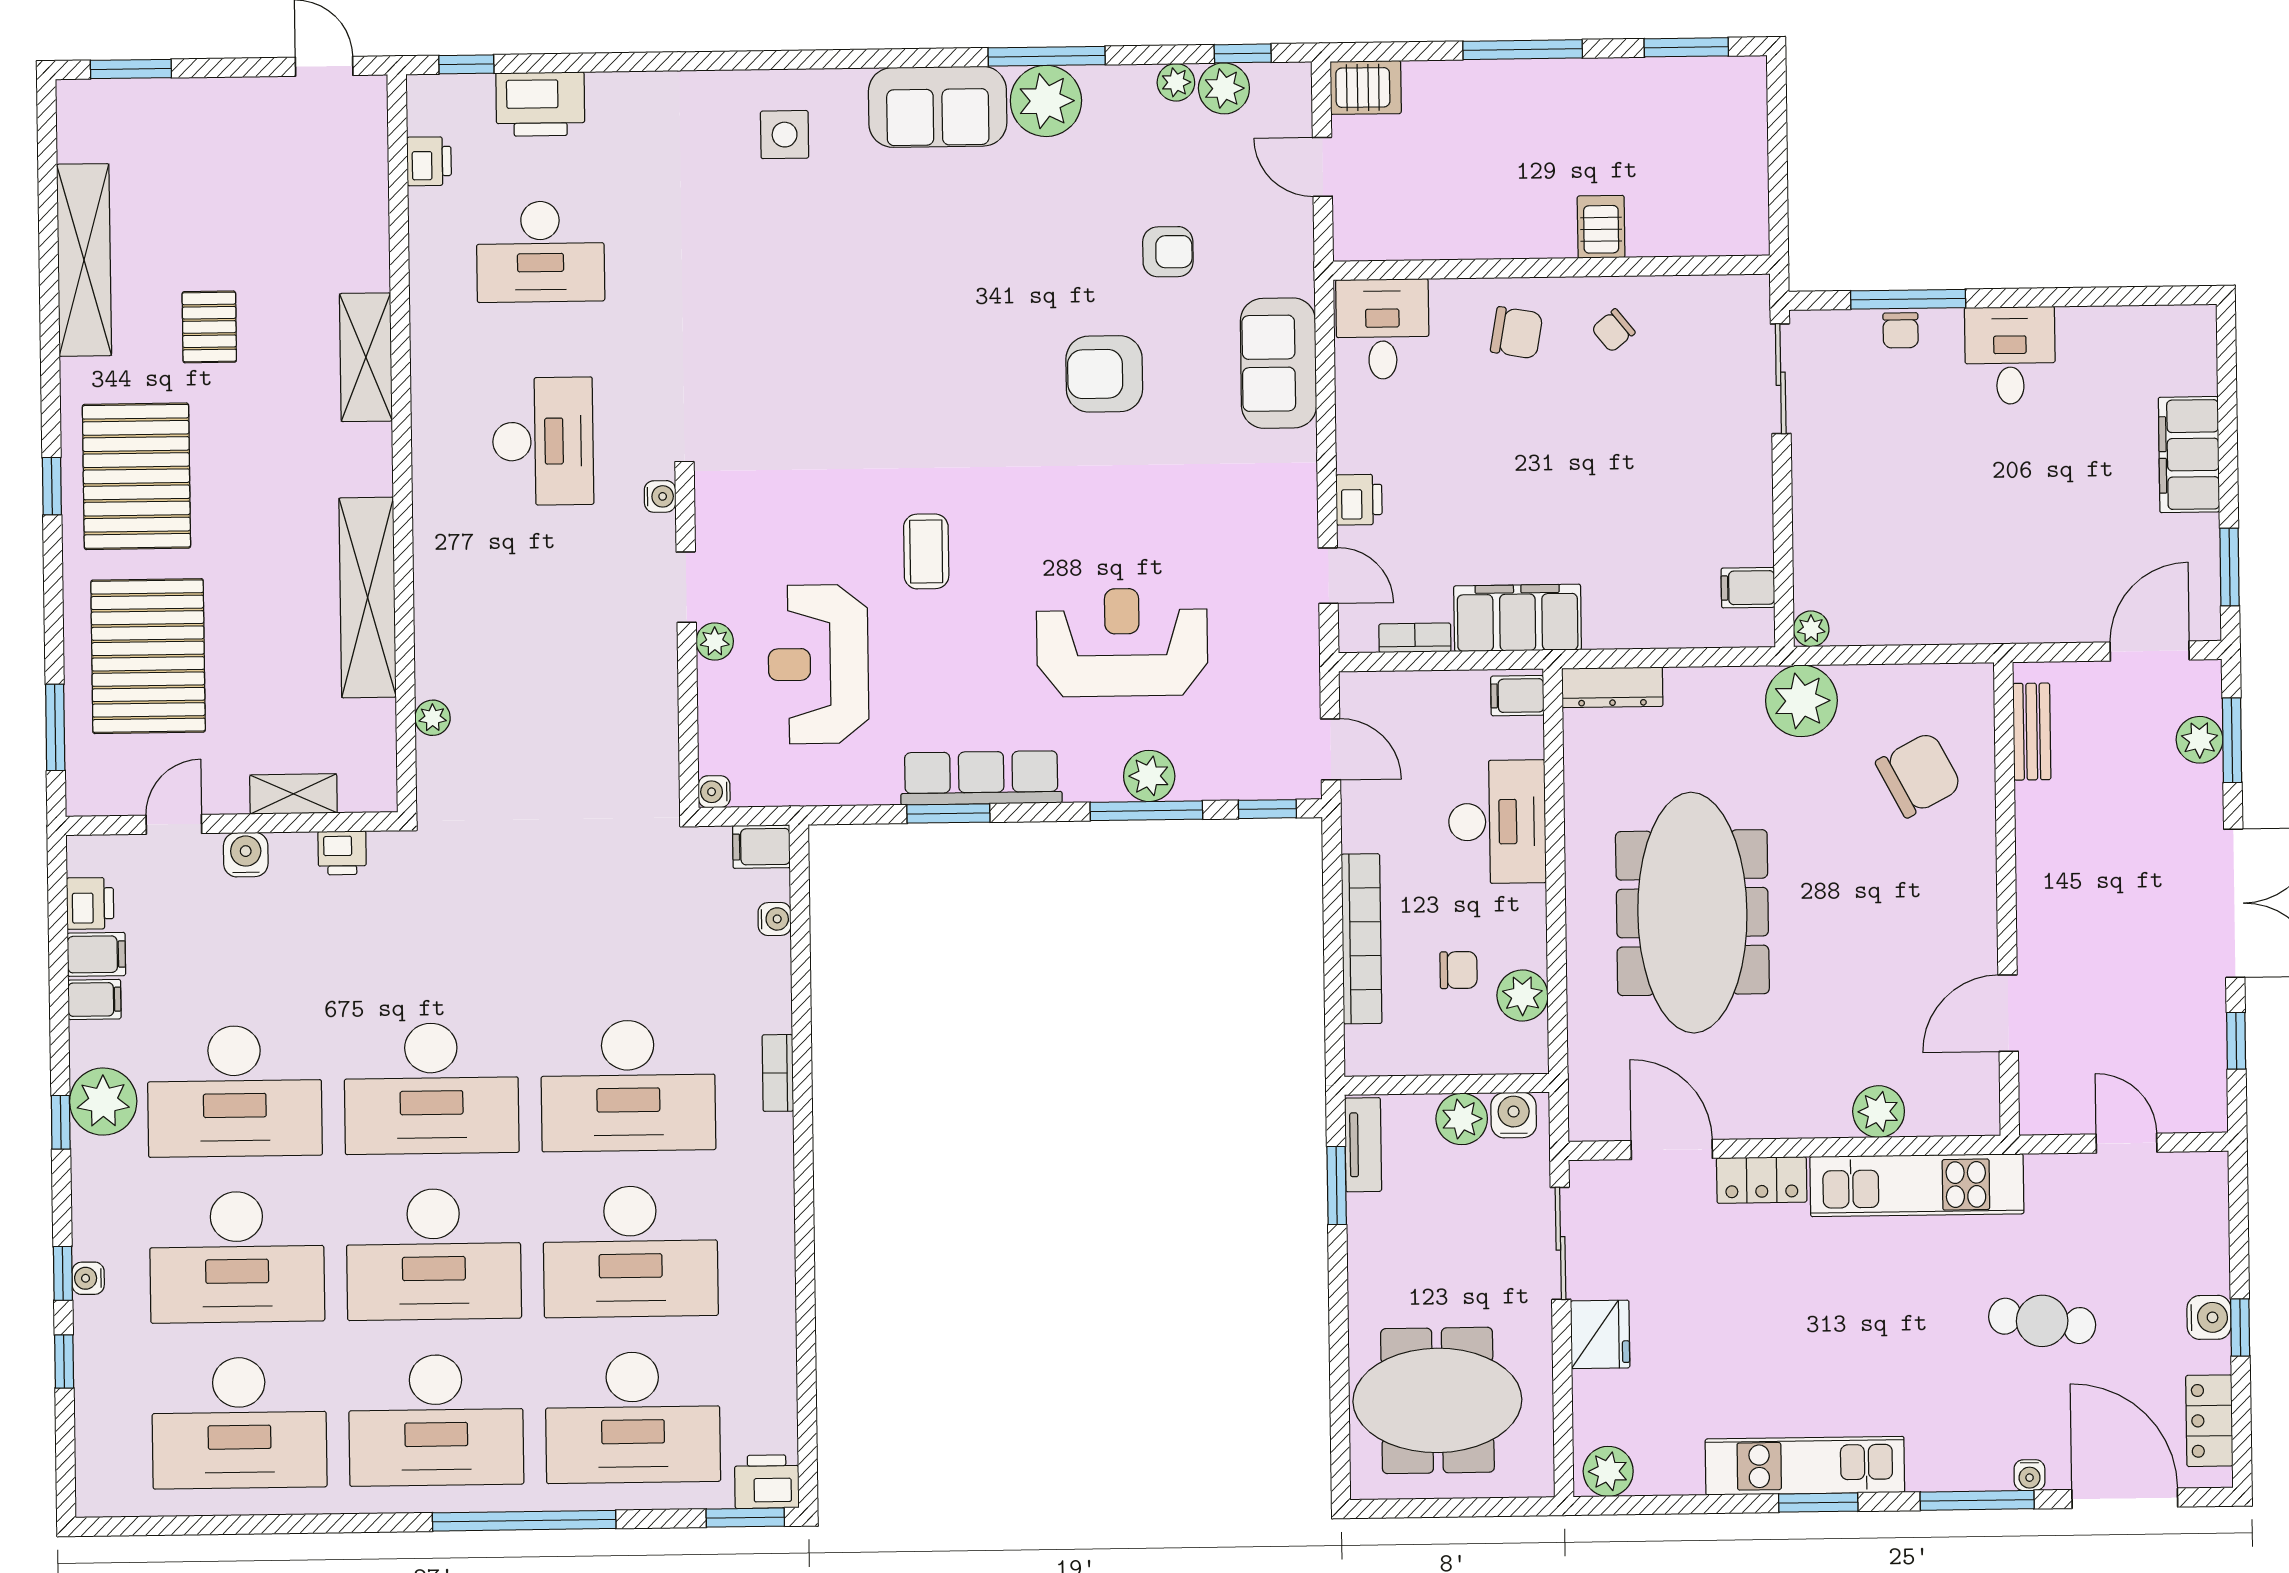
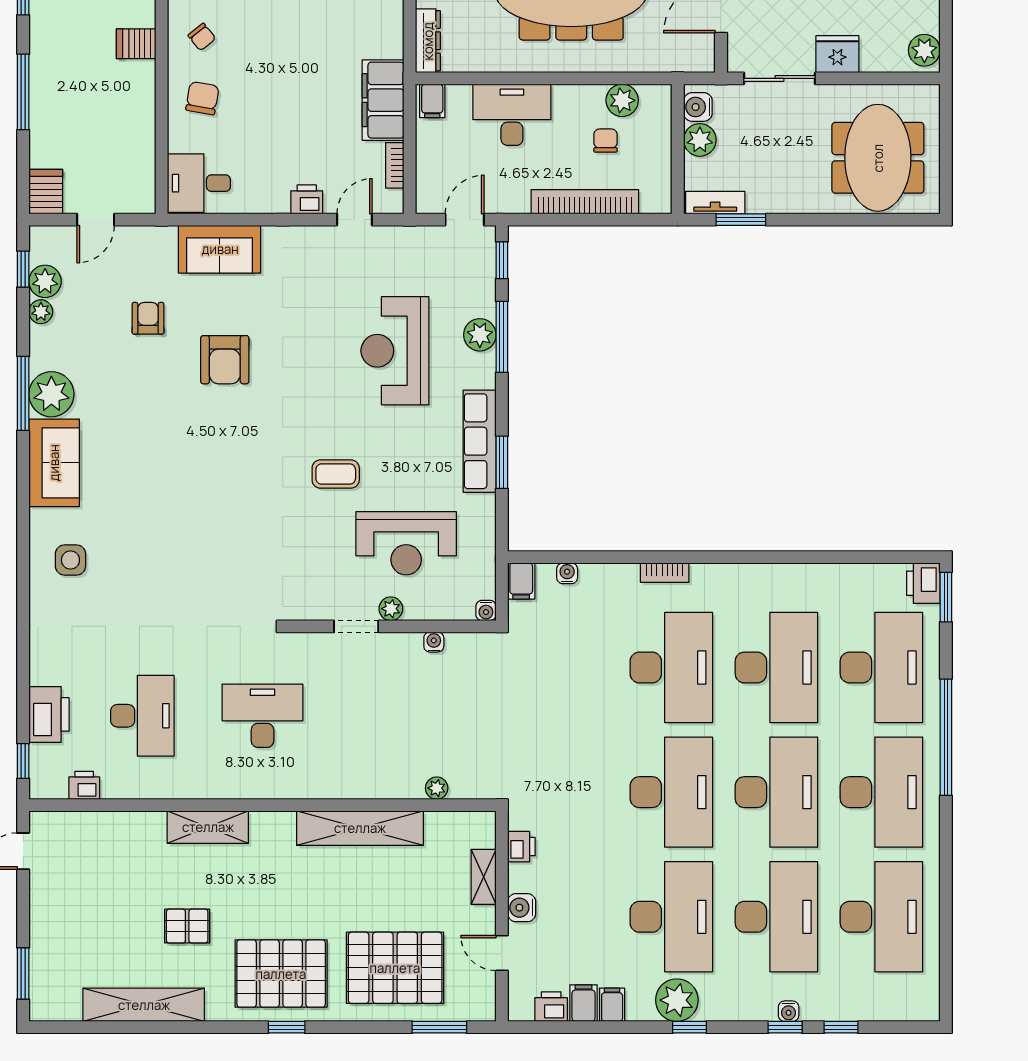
water cooler: (660, 496) -> (434, 642), moved

